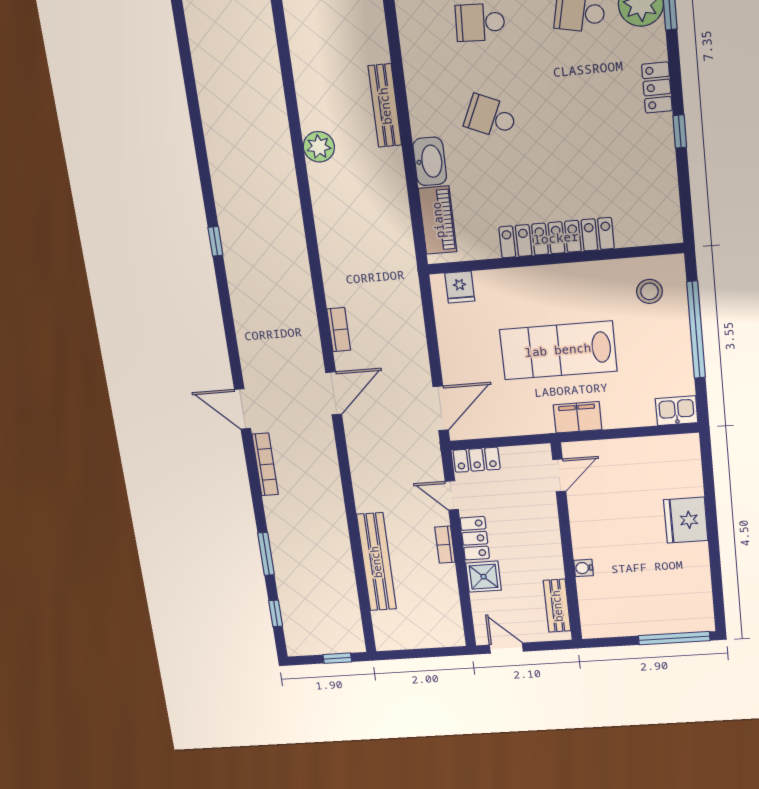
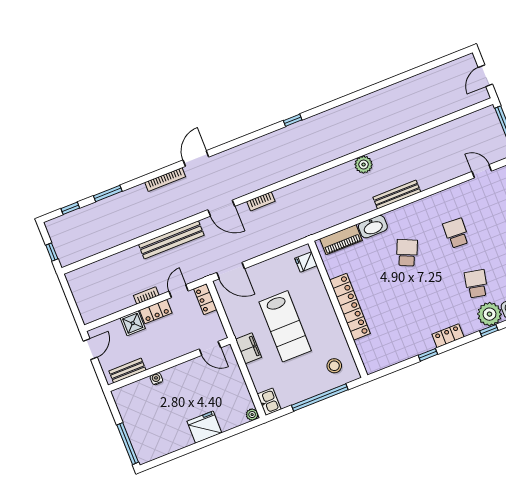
lab bench: (558, 350) -> (285, 326), turned 180
plant: (689, 443) -> (252, 415), added
bench: (376, 562) -> (171, 240), moved

